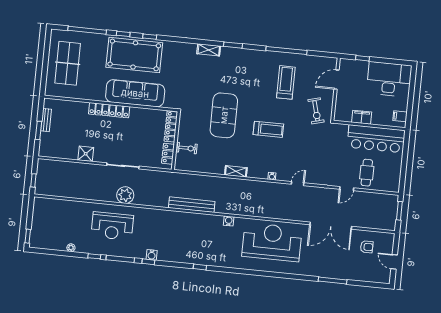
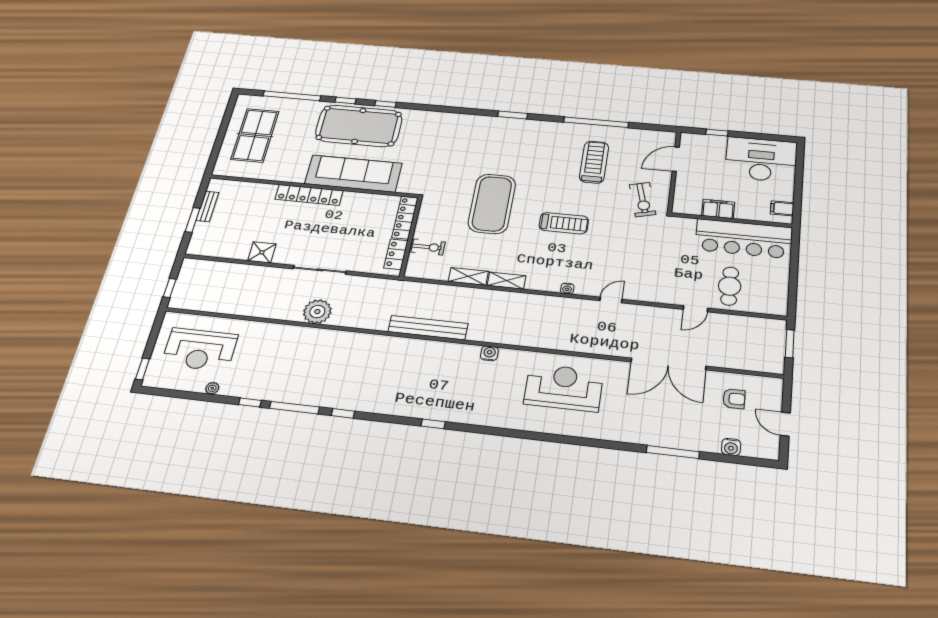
shelving: (209, 50) -> (468, 276), moved
reception desk: (112, 226) -> (200, 349), moved
reception desk: (272, 242) -> (564, 388), width x0.74, depth x0.77
water cooler: (152, 255) -> (731, 447), moved

